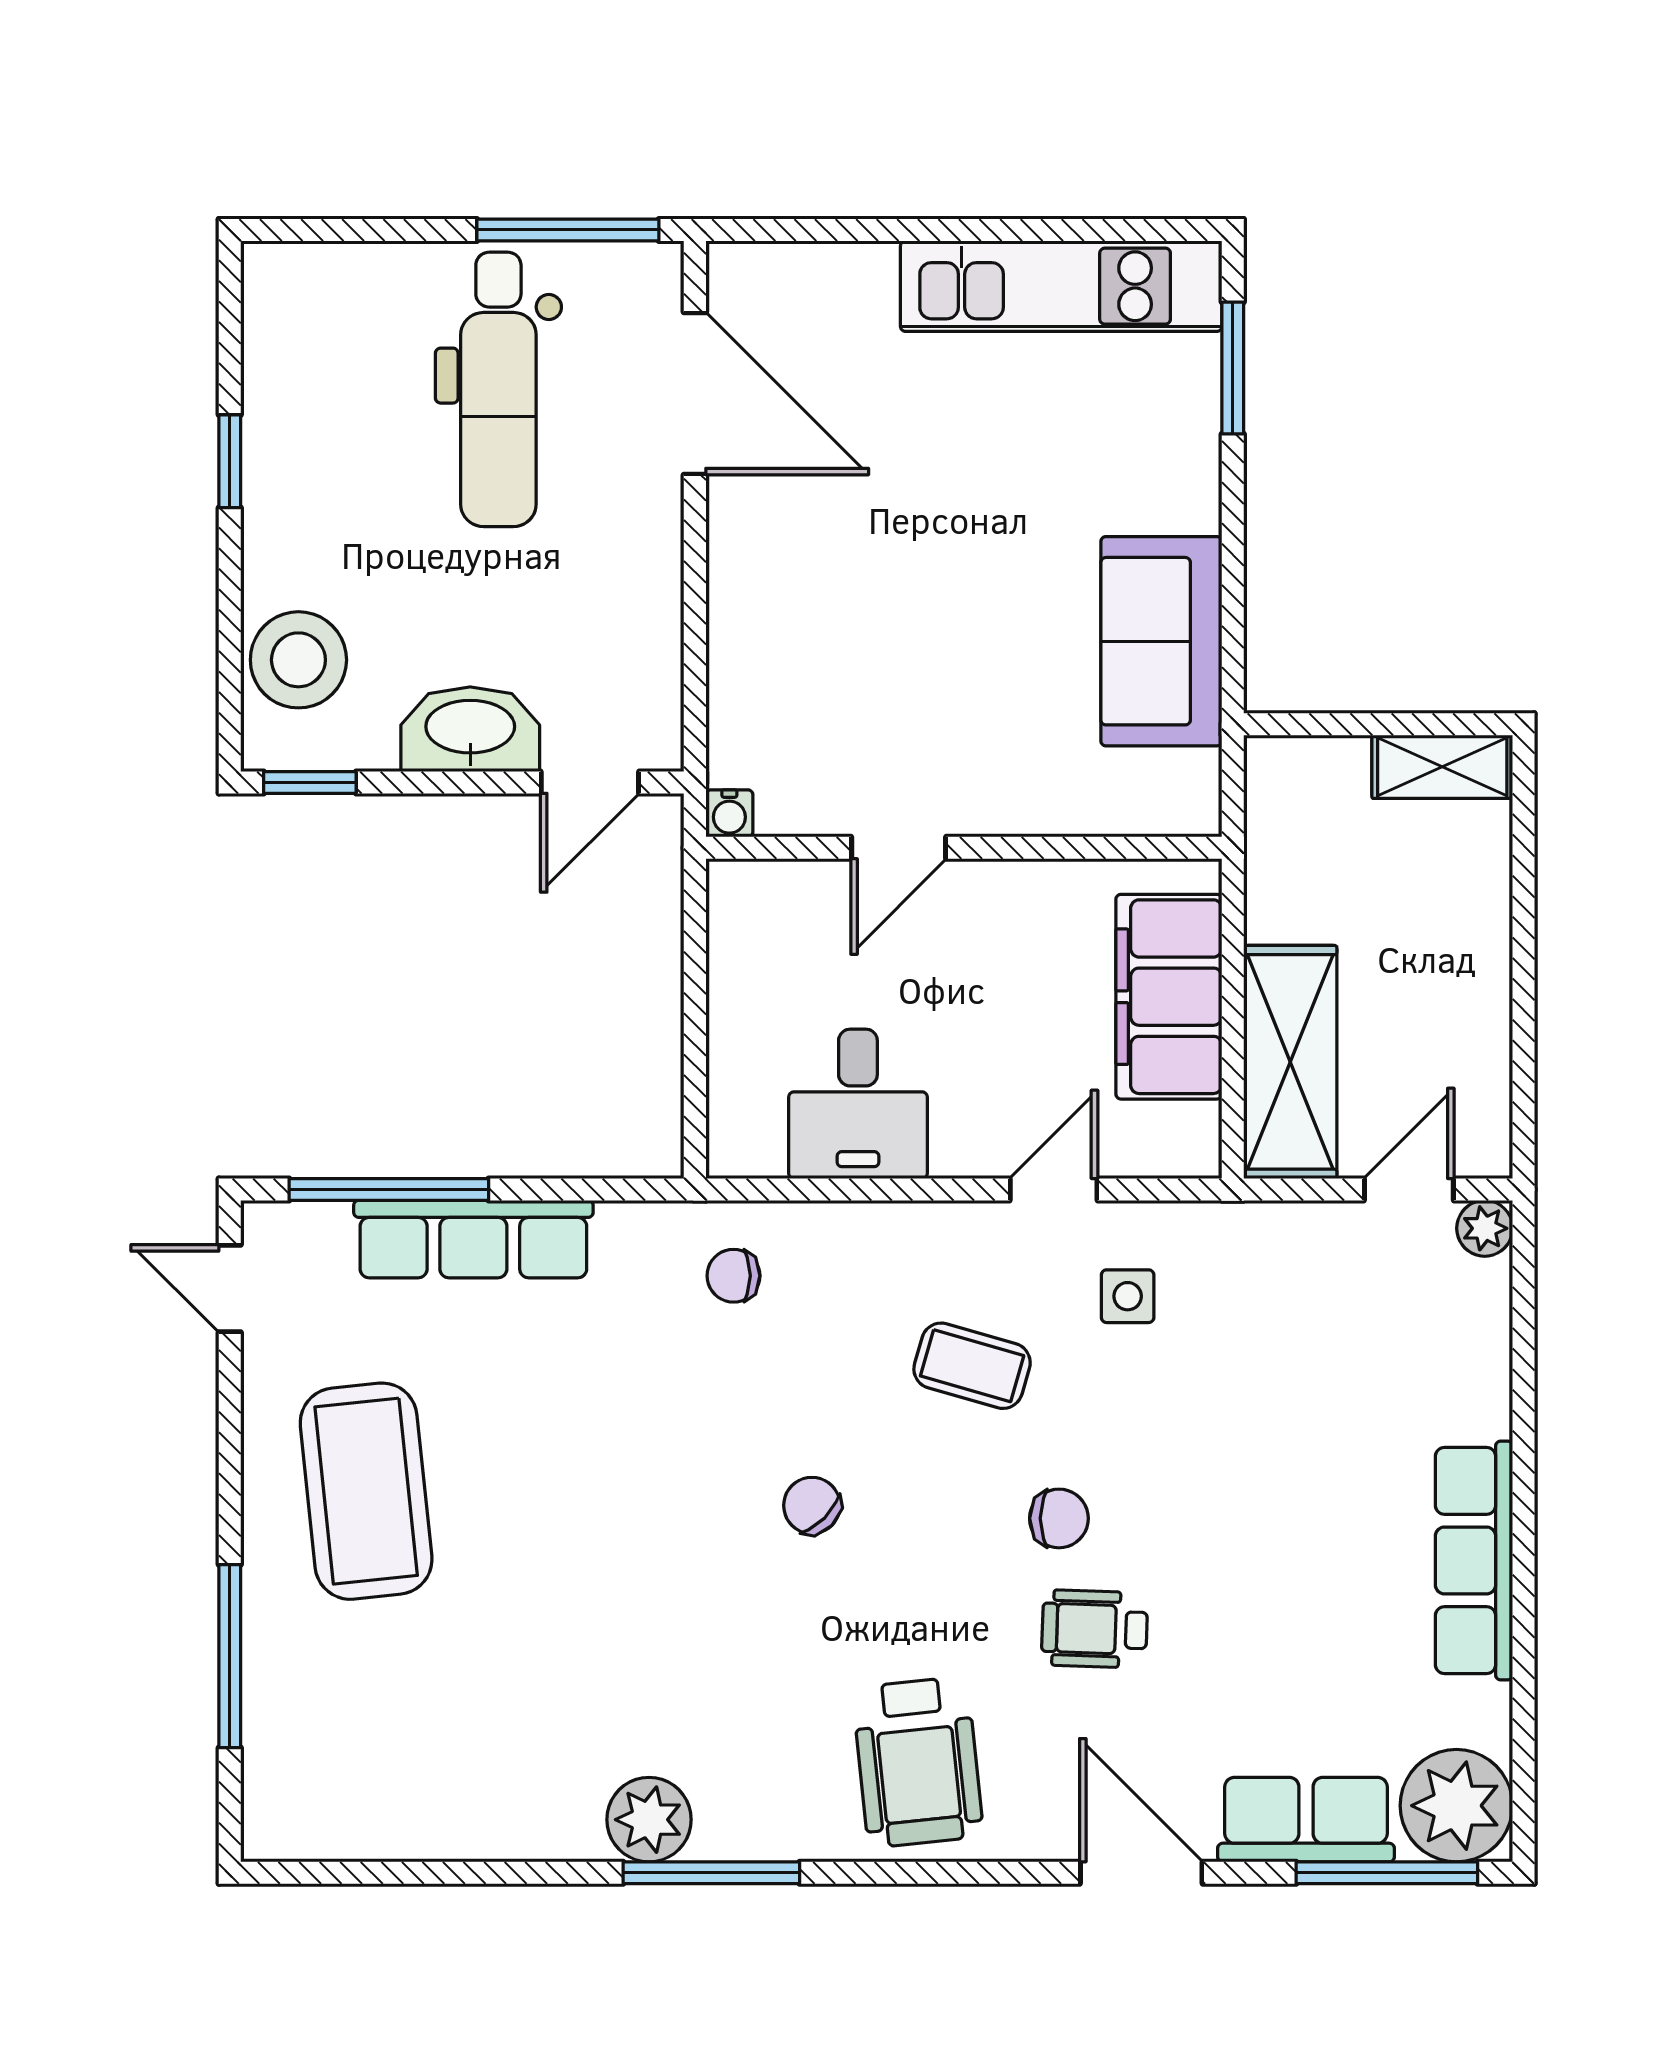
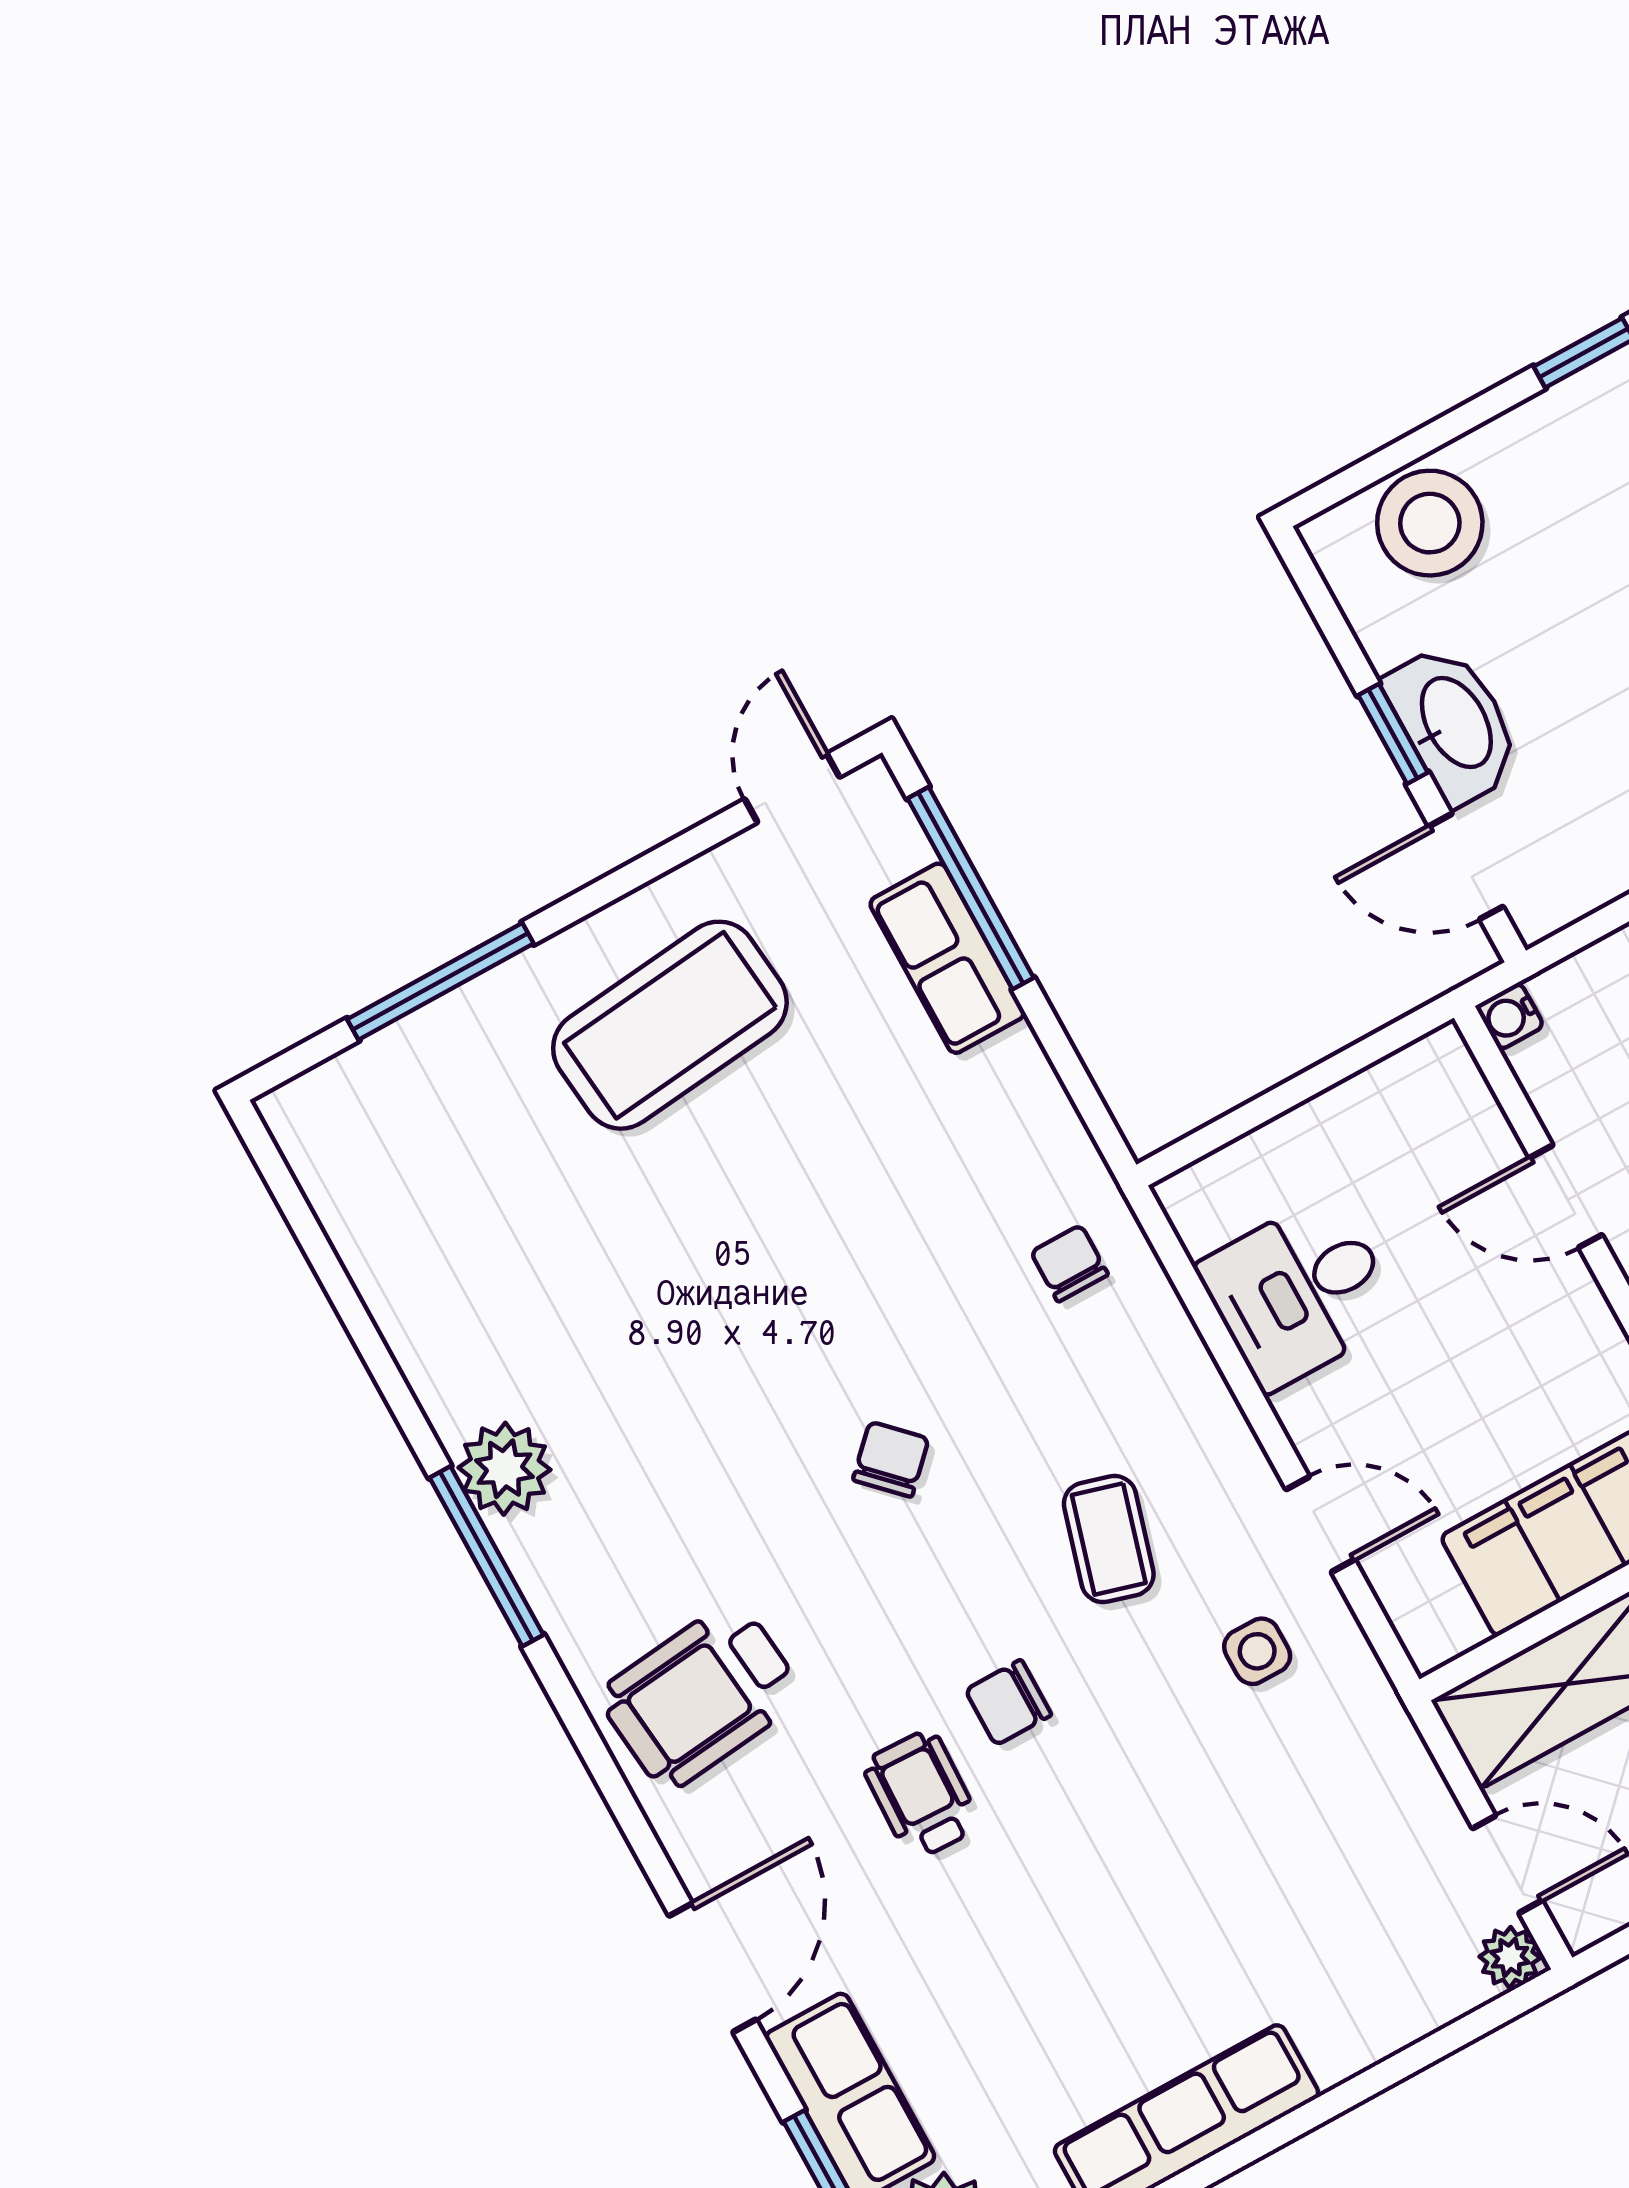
window: (310, 782) -> (1393, 734), moved
row of seats: (473, 1239) -> (947, 958), width x0.68
chair: (1059, 1518) -> (1008, 1703), turned 90

